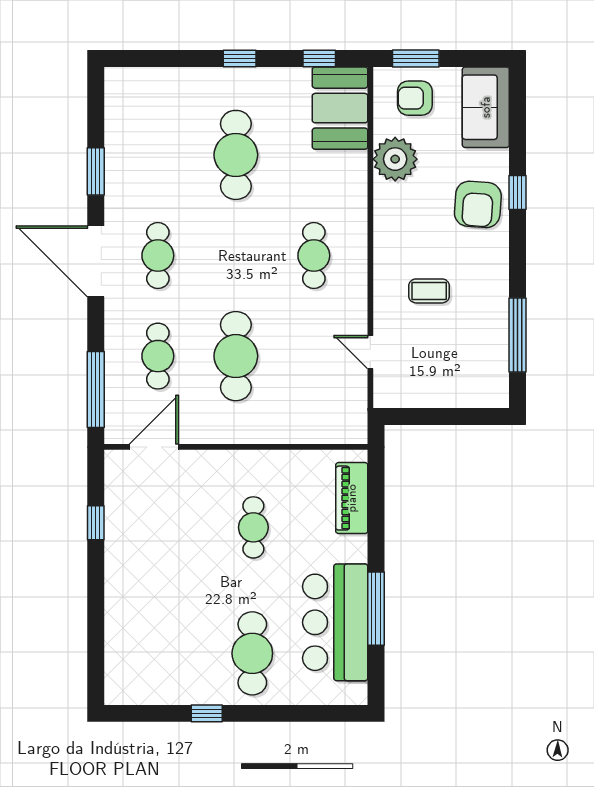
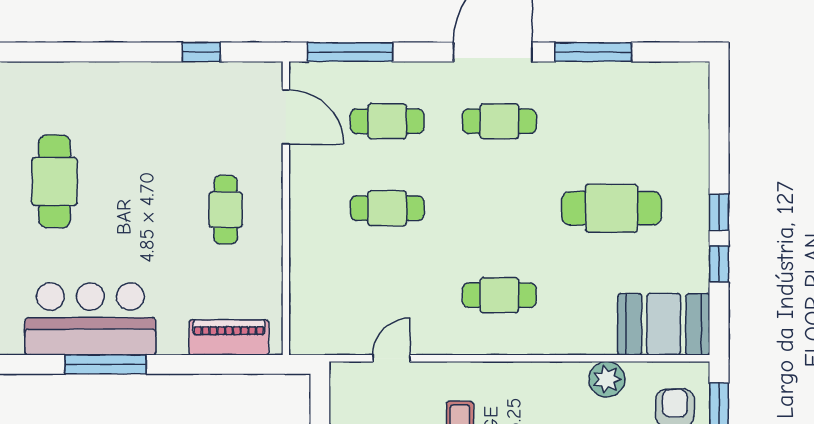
window: (319, 59) -> (719, 264), moved
plant: (395, 159) -> (607, 379), width x0.73, depth x0.73
window: (96, 171) -> (593, 52), width x1.44
cafe table: (236, 356) -> (387, 208), width x0.73, depth x0.74
cafe table: (253, 527) -> (226, 210), moved, turned 90
cafe table: (252, 653) -> (55, 181), moved, turned 90

